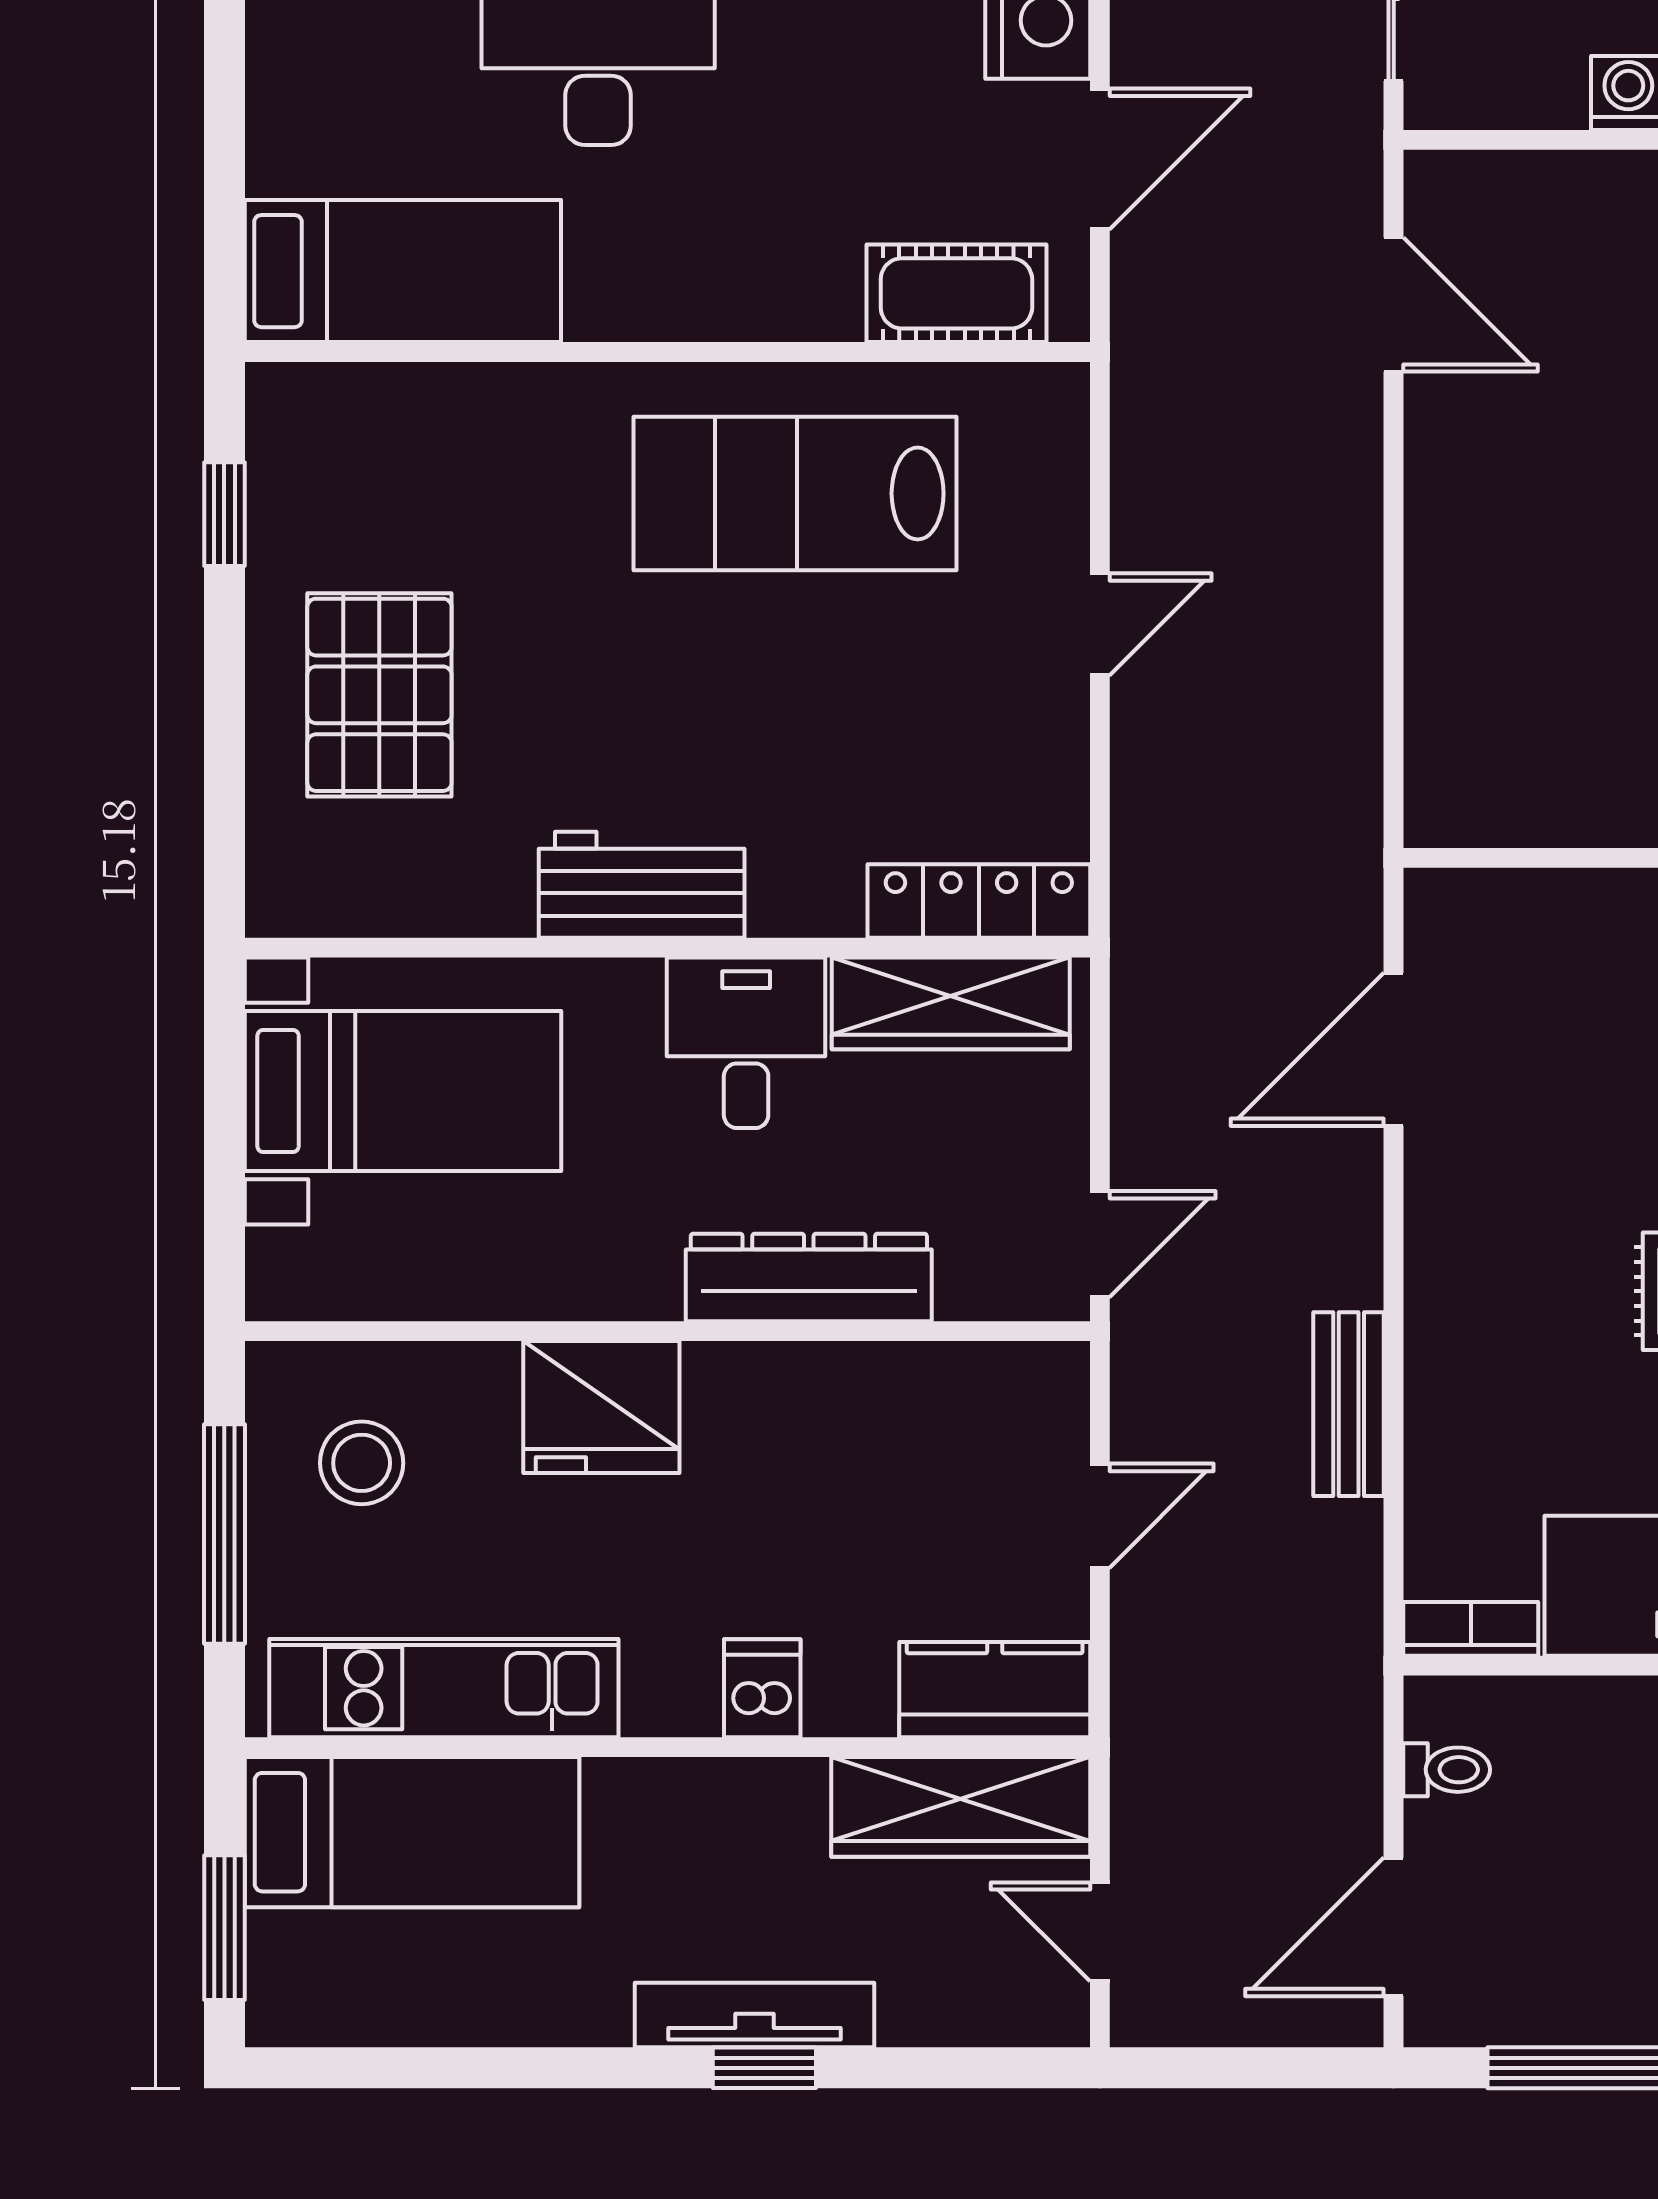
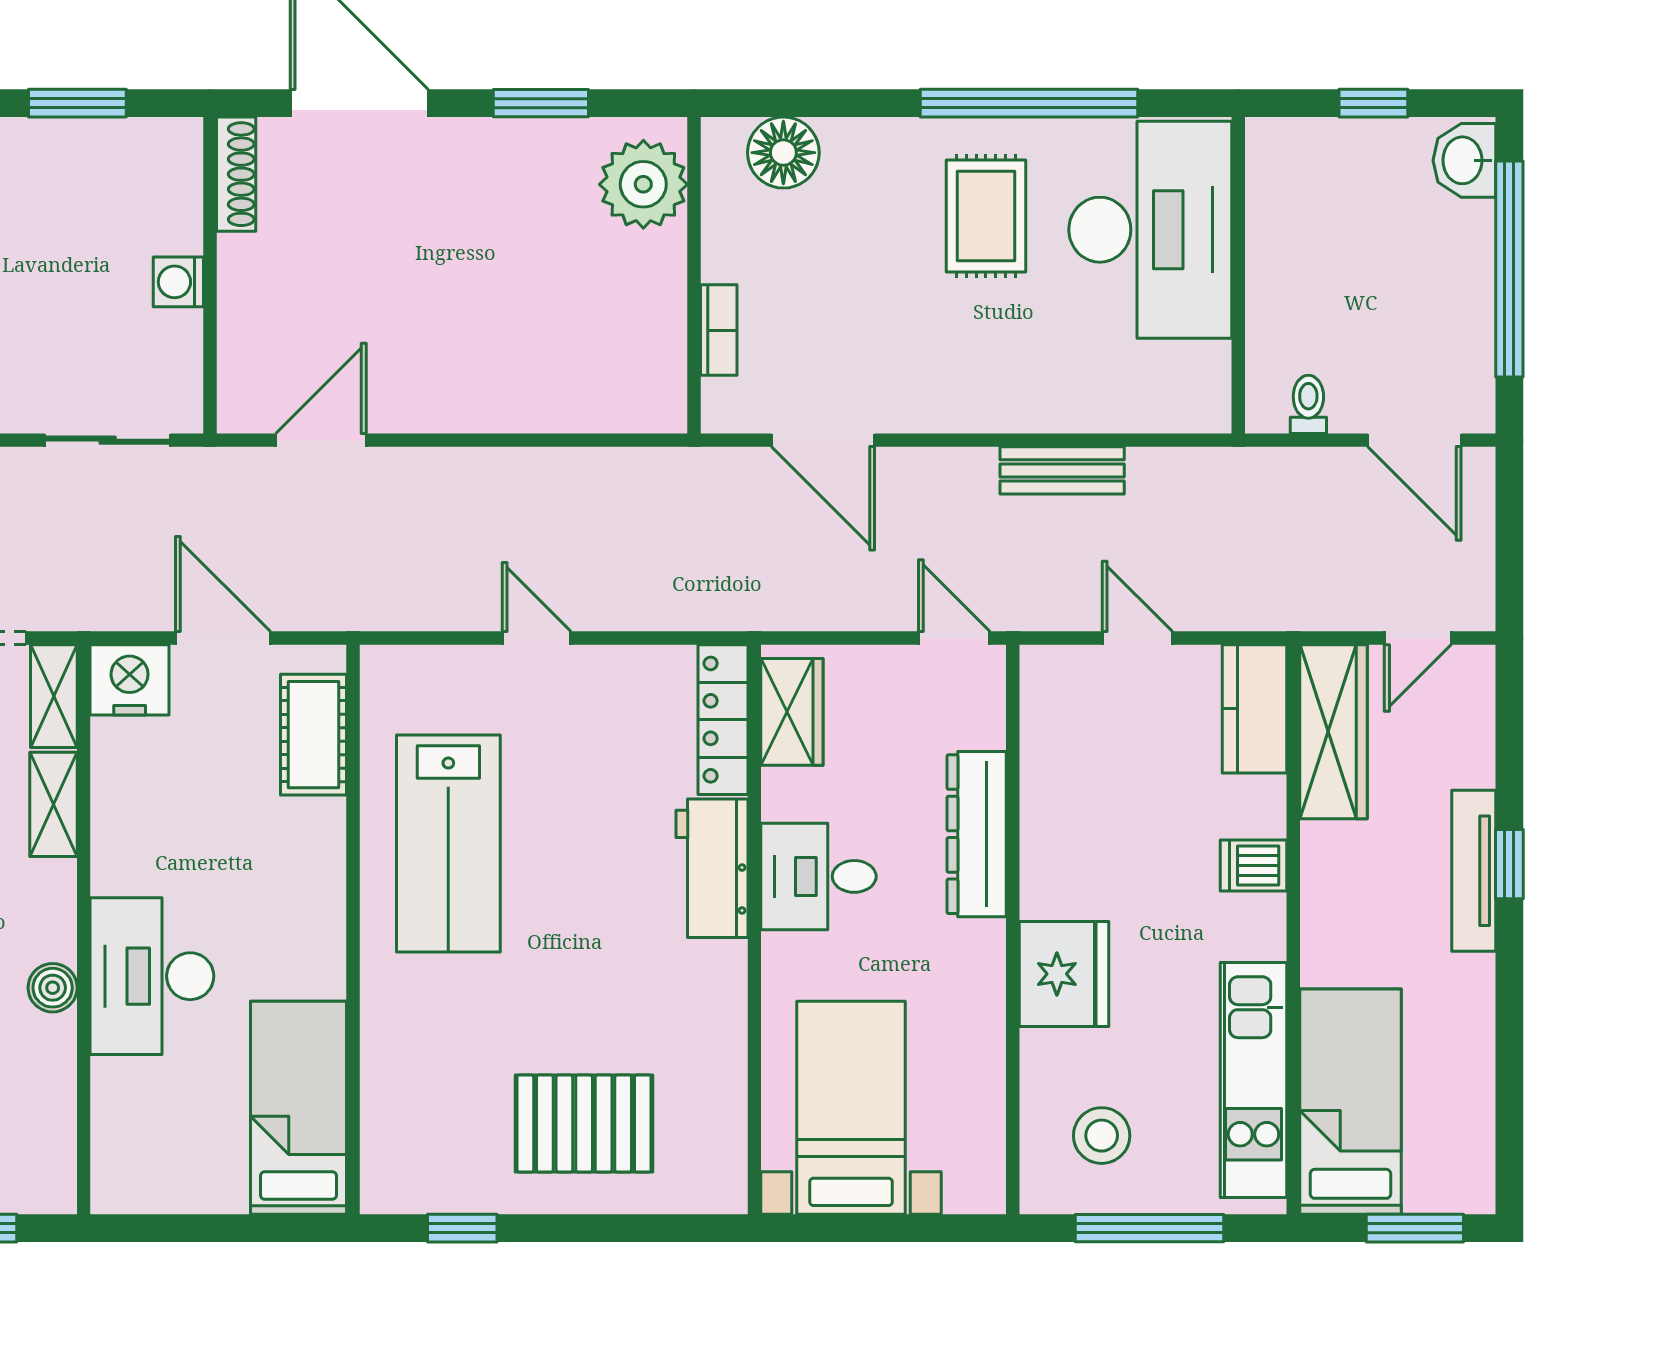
workbench: (642, 885) -> (712, 868), moved
wardrobe: (951, 1003) -> (792, 712), width x0.67
bookcase: (1471, 1629) -> (719, 330), moved, turned 180

